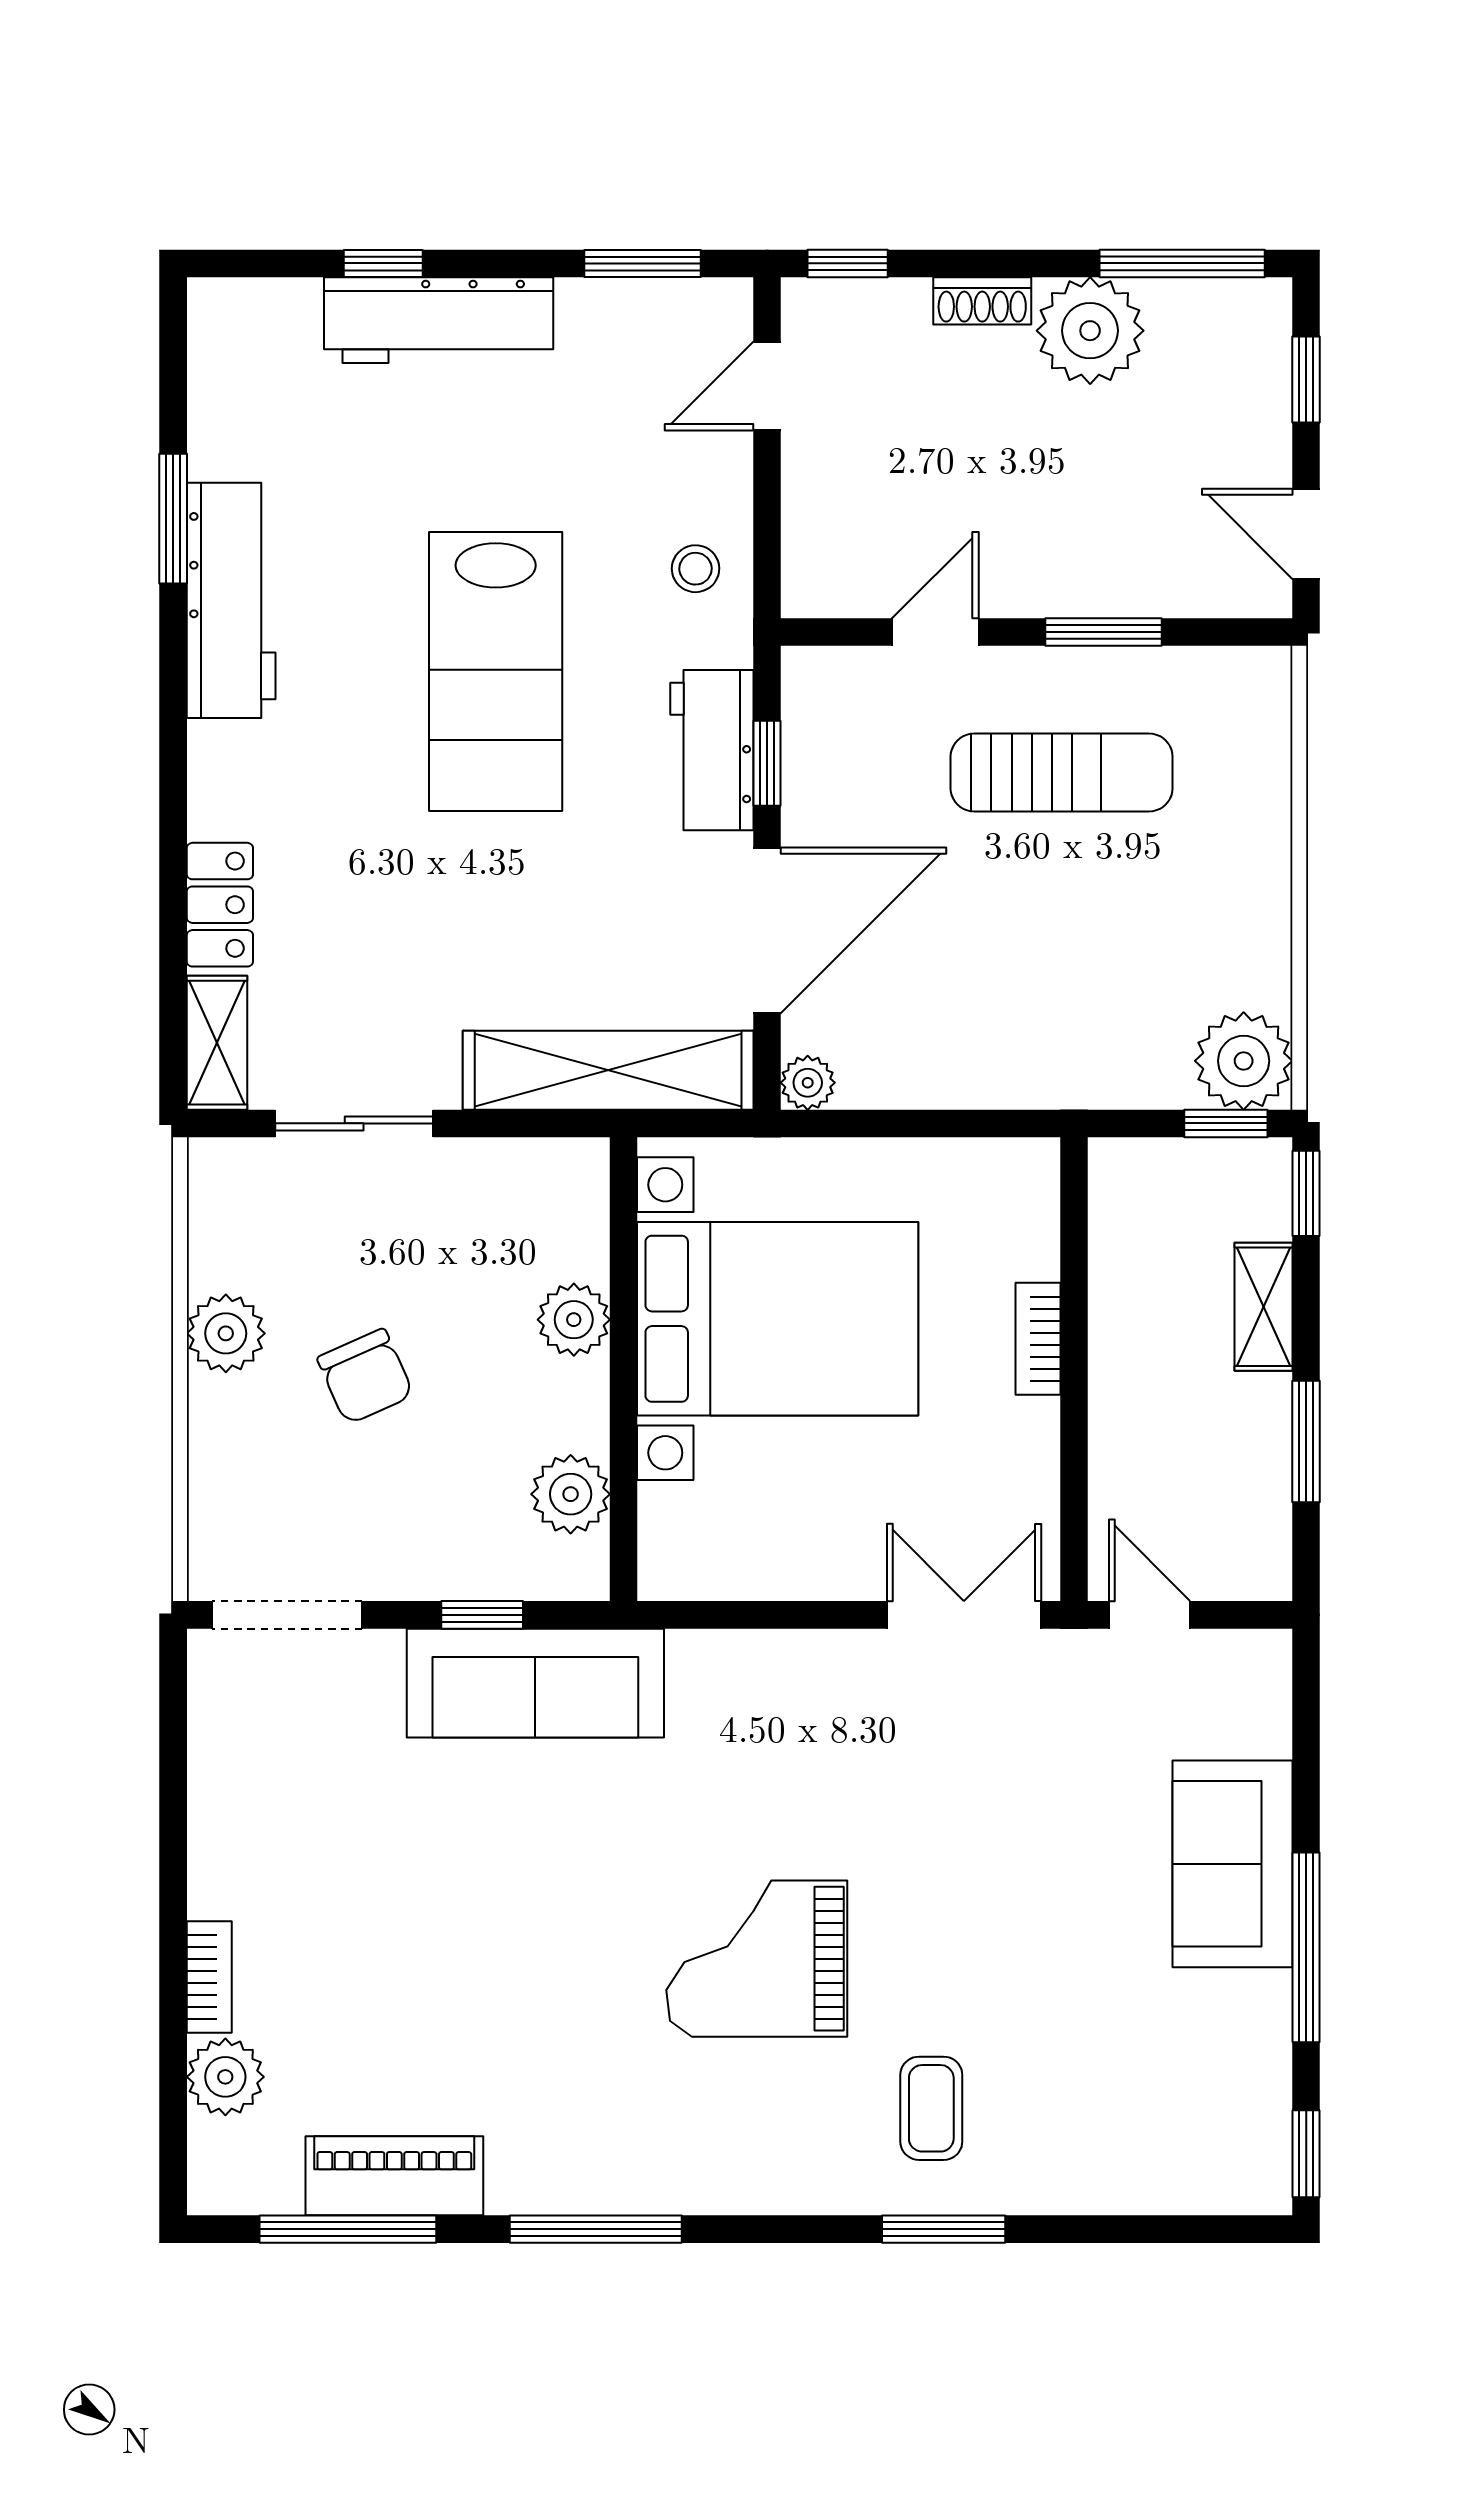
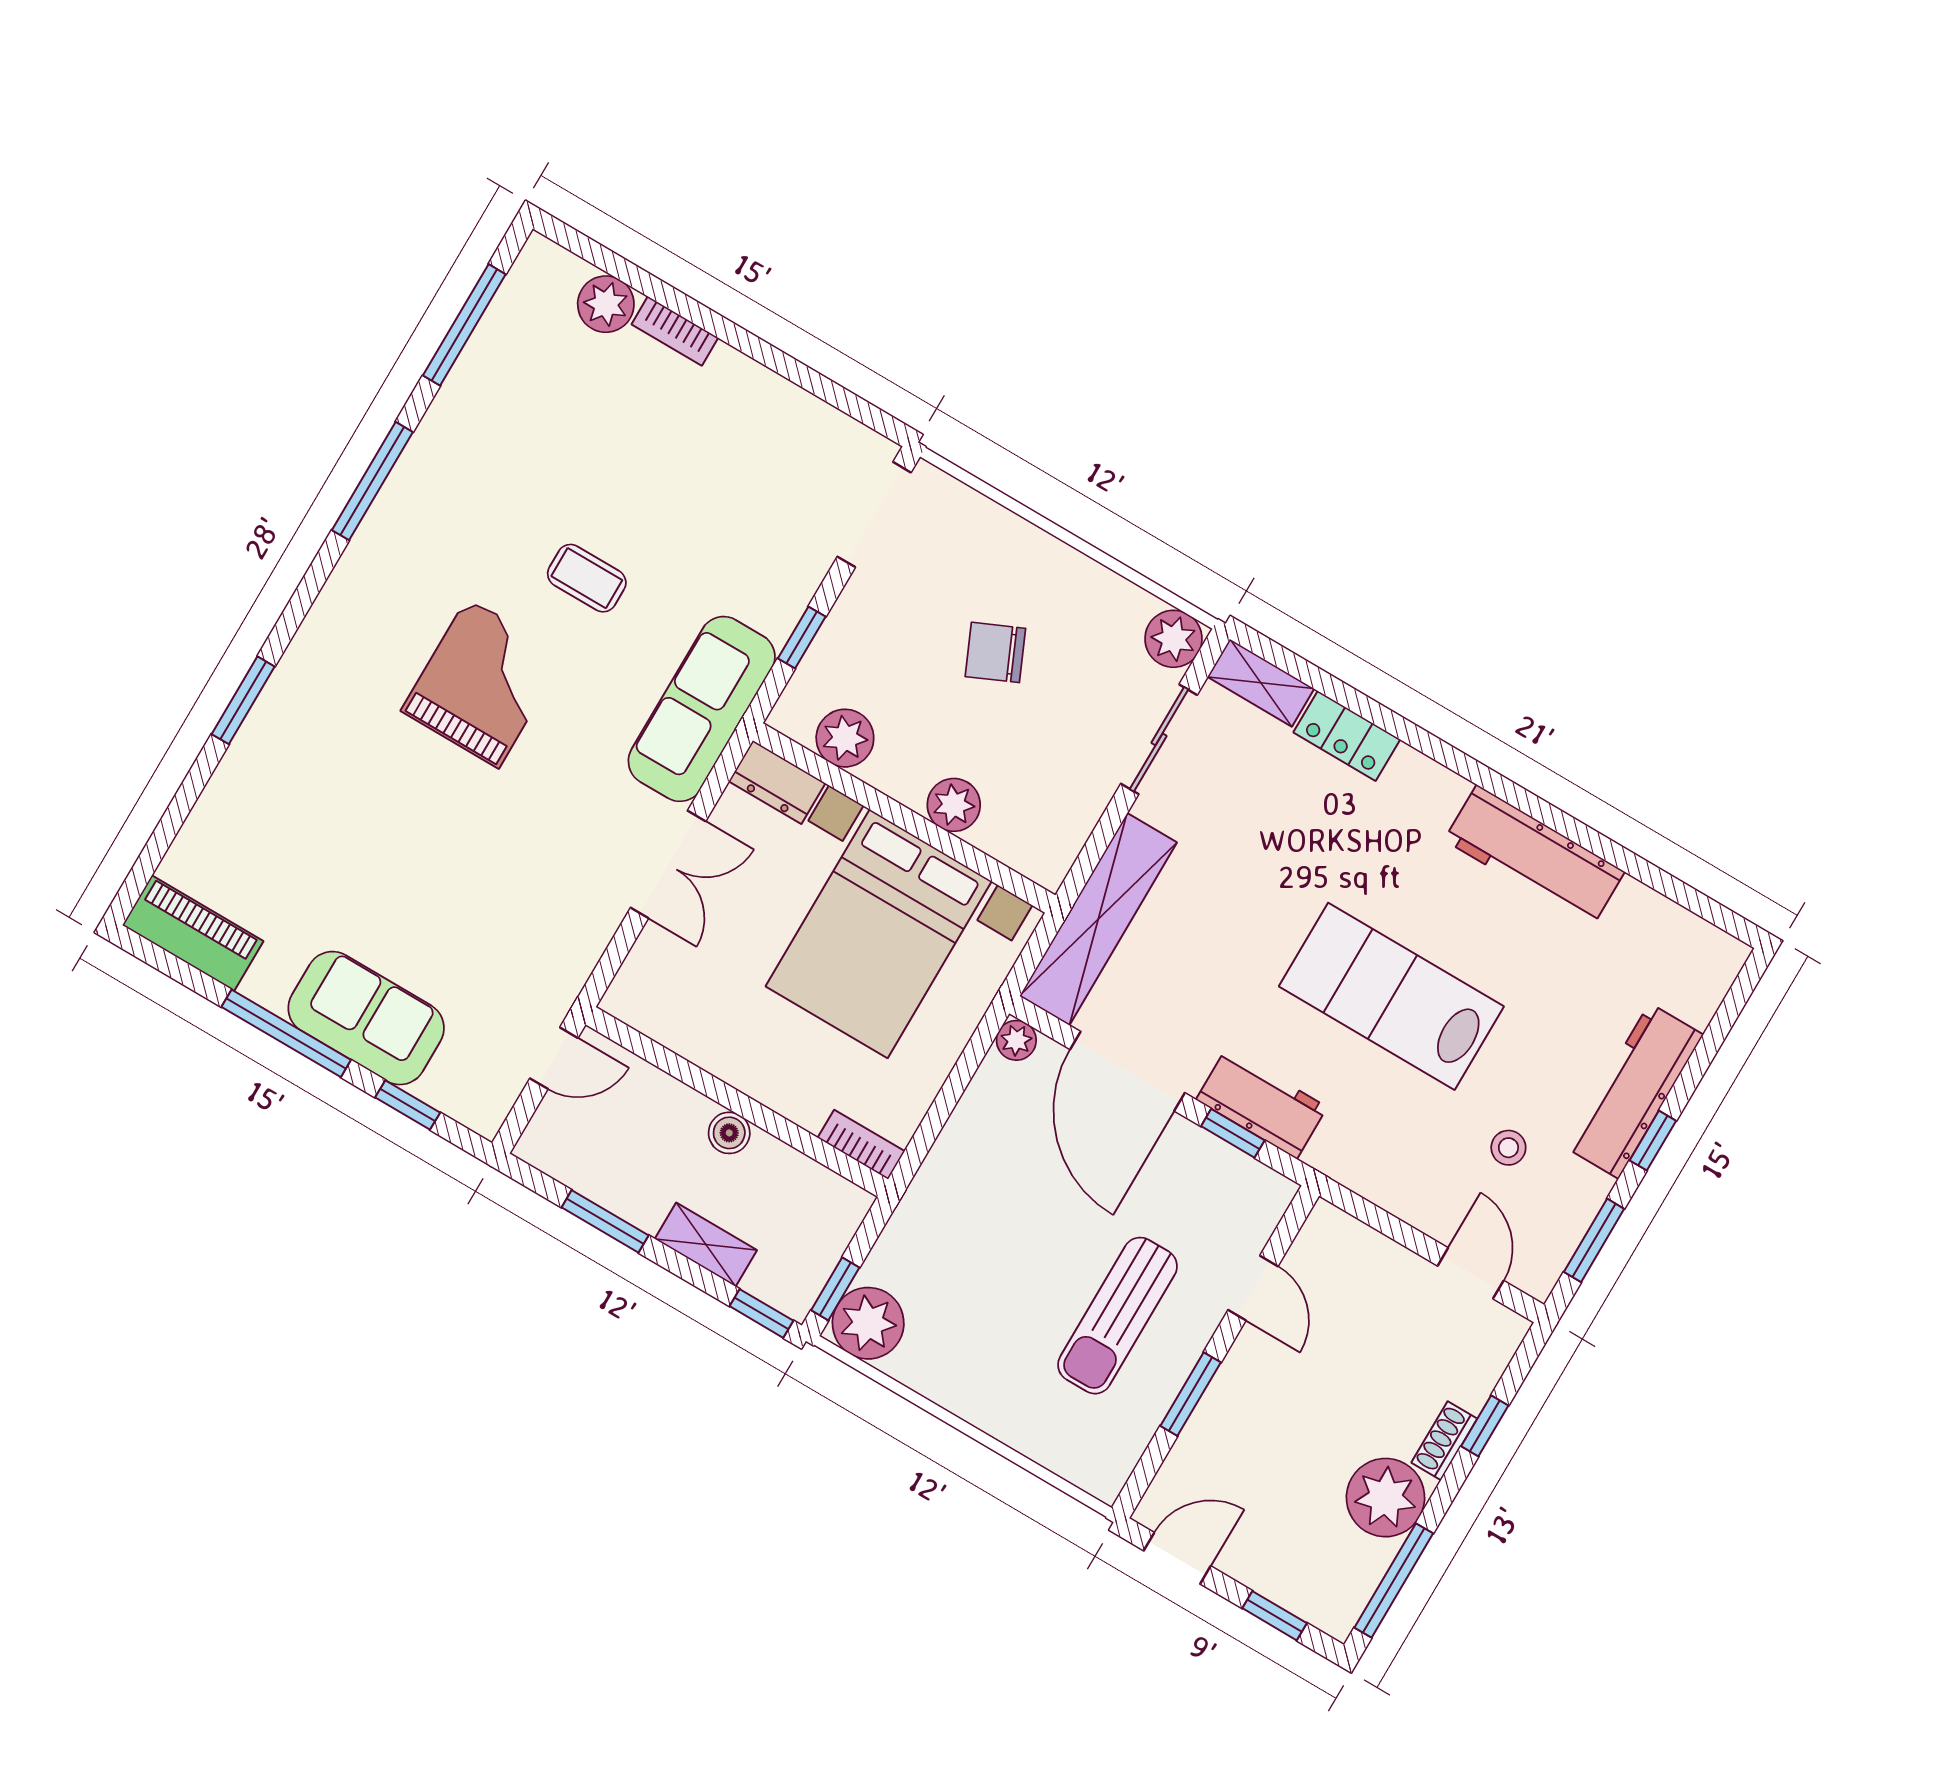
window: (383, 263) -> (1653, 1141), moved
window: (848, 263) -> (1485, 1426), moved
window: (173, 519) -> (1607, 850), removed
stool: (696, 569) -> (1508, 1148), moved
plant: (226, 1333) -> (1173, 639), moved
bookcase: (1038, 1339) -> (861, 1144), moved
boiler: (1116, 1357) -> (729, 1133), added
dresser: (670, 1543) -> (777, 782), added
double door: (964, 1615) -> (668, 864), moved
sofa: (535, 1683) -> (702, 709), moved
coffee table: (931, 2108) -> (587, 578), moved
window: (1306, 2154) -> (408, 1105), moved
piano: (394, 2176) -> (193, 933), moved, turned -90

